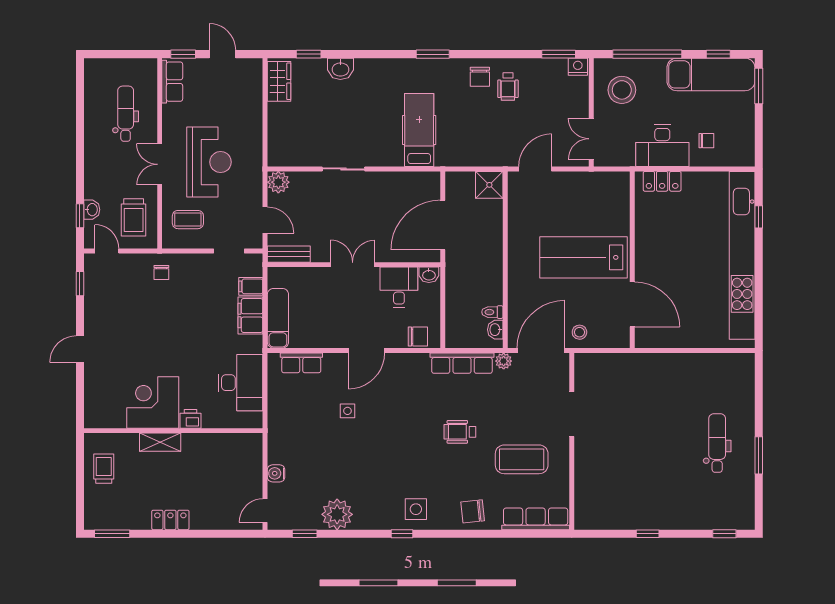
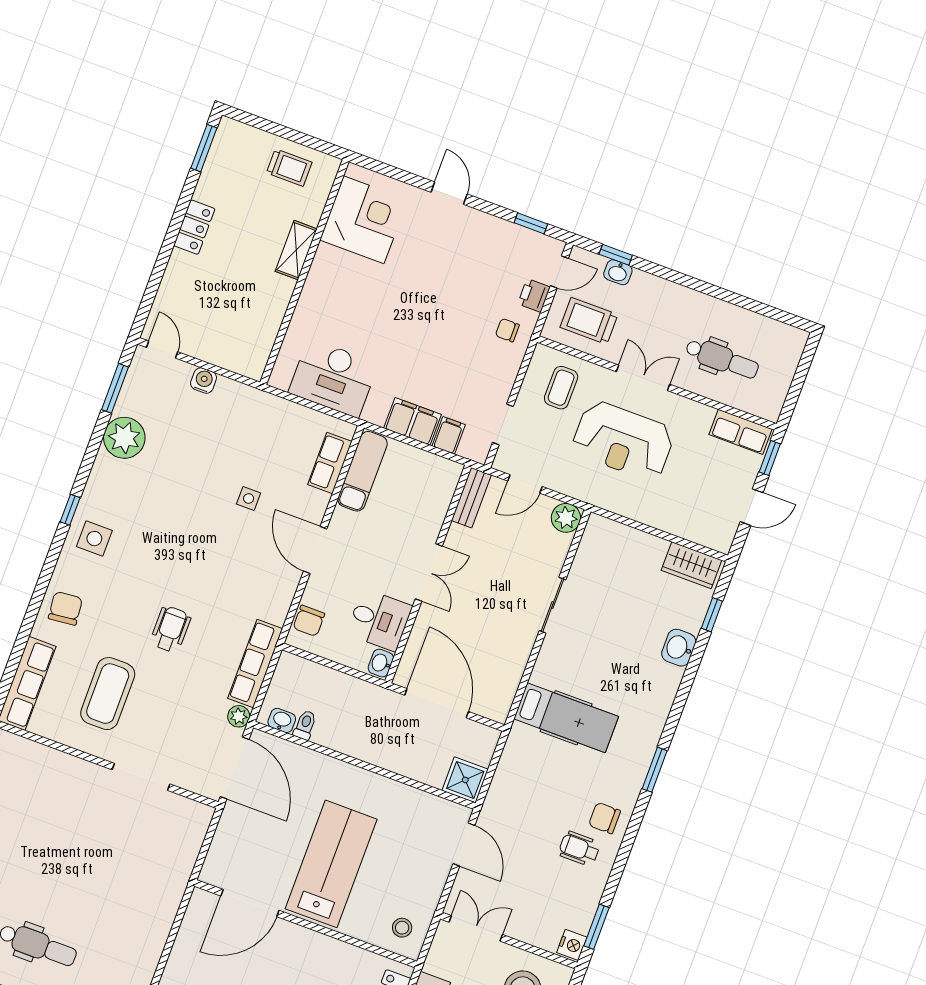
exam couch: (278, 318) -> (363, 471), moved, turned -90
stool: (579, 332) -> (402, 928), moved
corner desk: (153, 402) -> (364, 220), moved
printer: (190, 419) -> (534, 295), moved, turned 180
window: (305, 534) -> (115, 388), width x1.50

